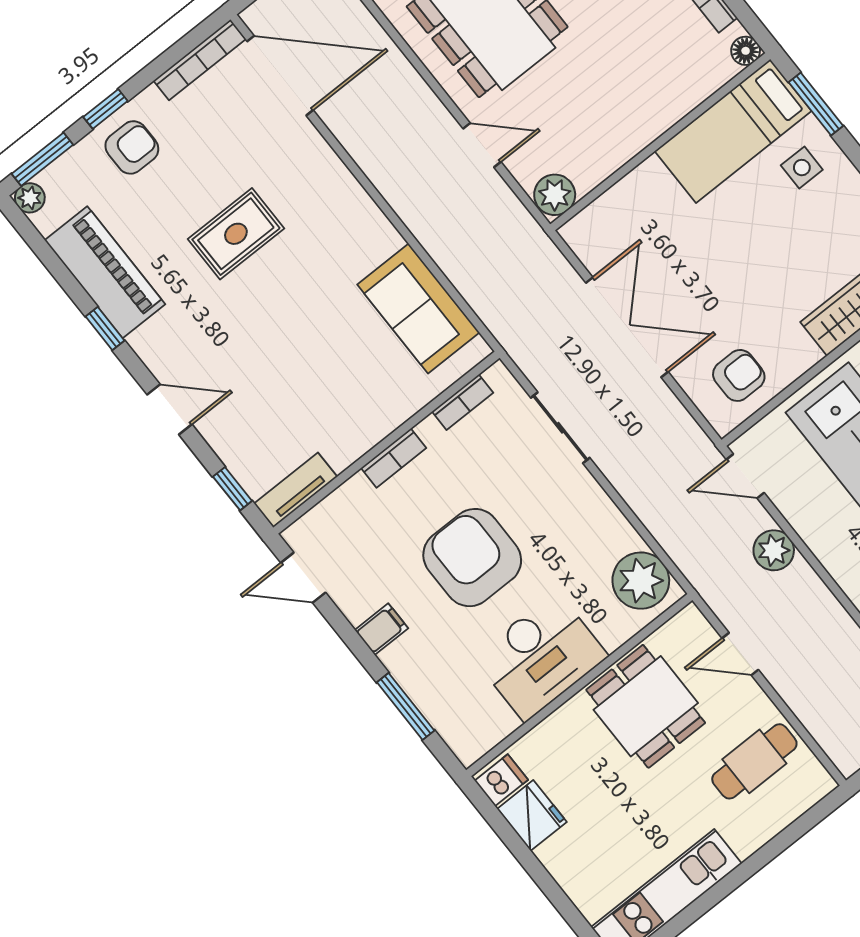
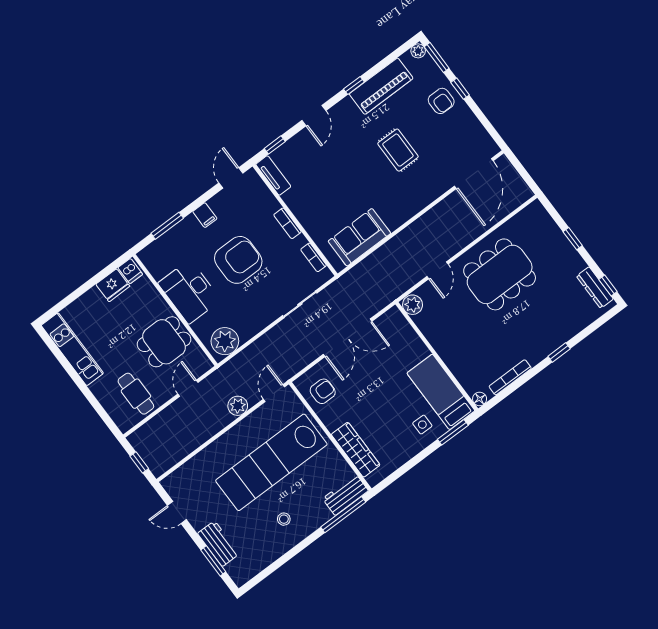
bookcase: (200, 60) -> (483, 135), removed
armchair: (739, 375) -> (323, 391), turned -90

